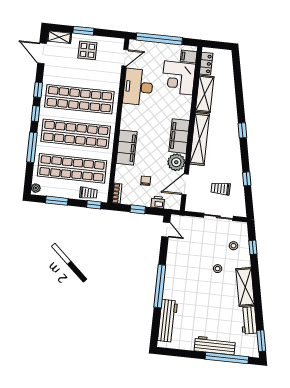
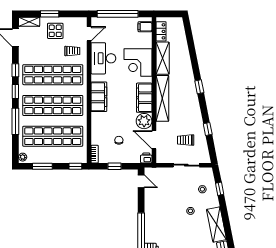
corner desk: (178, 78) -> (138, 63), moved
filing cabinet: (127, 148) -> (99, 97), moved
door: (185, 184) -> (154, 140), hinge flipped
trolley: (88, 193) -> (72, 51), moved
printer: (158, 202) -> (146, 158), moved

